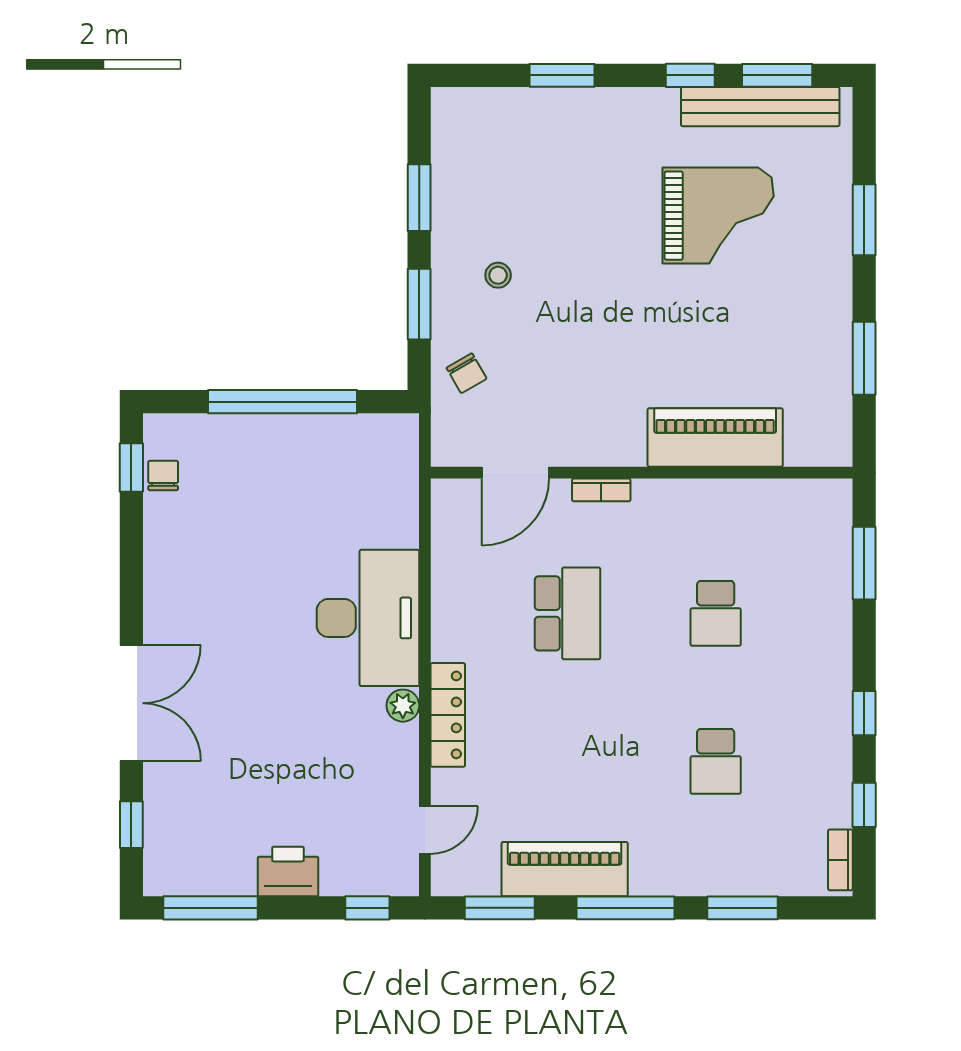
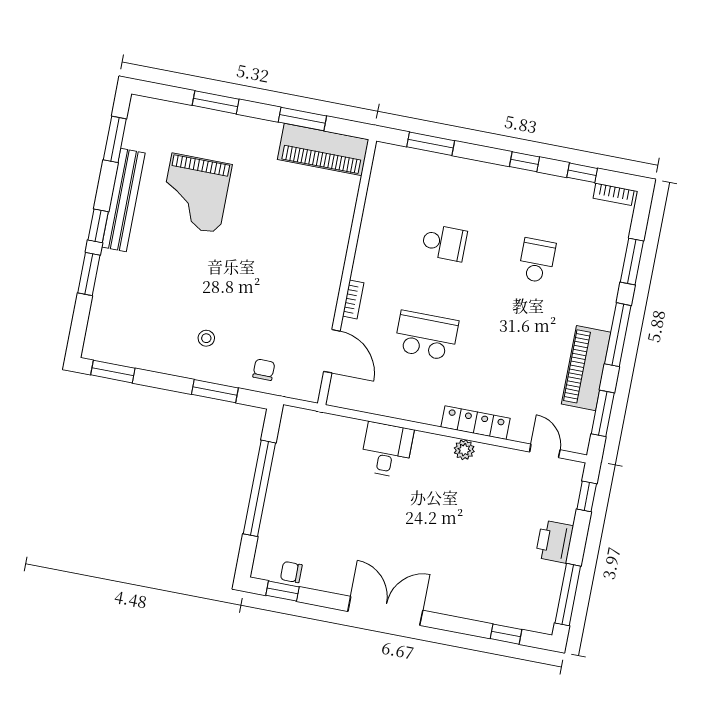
window: (690, 75) -> (98, 226), moved
bench: (760, 107) -> (123, 200), moved
window: (419, 198) -> (113, 372), moved
grand piano: (718, 216) -> (195, 193), turned 180
chair: (467, 373) -> (264, 370), turned -60
piano: (715, 437) -> (323, 150), moved, turned -90
desk: (368, 618) -> (387, 450), width x0.53, depth x0.77
double door: (131, 703) -> (385, 611), moved
school desk: (716, 761) -> (537, 261), turned -90

